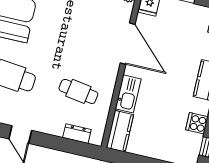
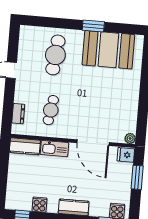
door: (128, 44) -> (93, 143), hinge flipped

